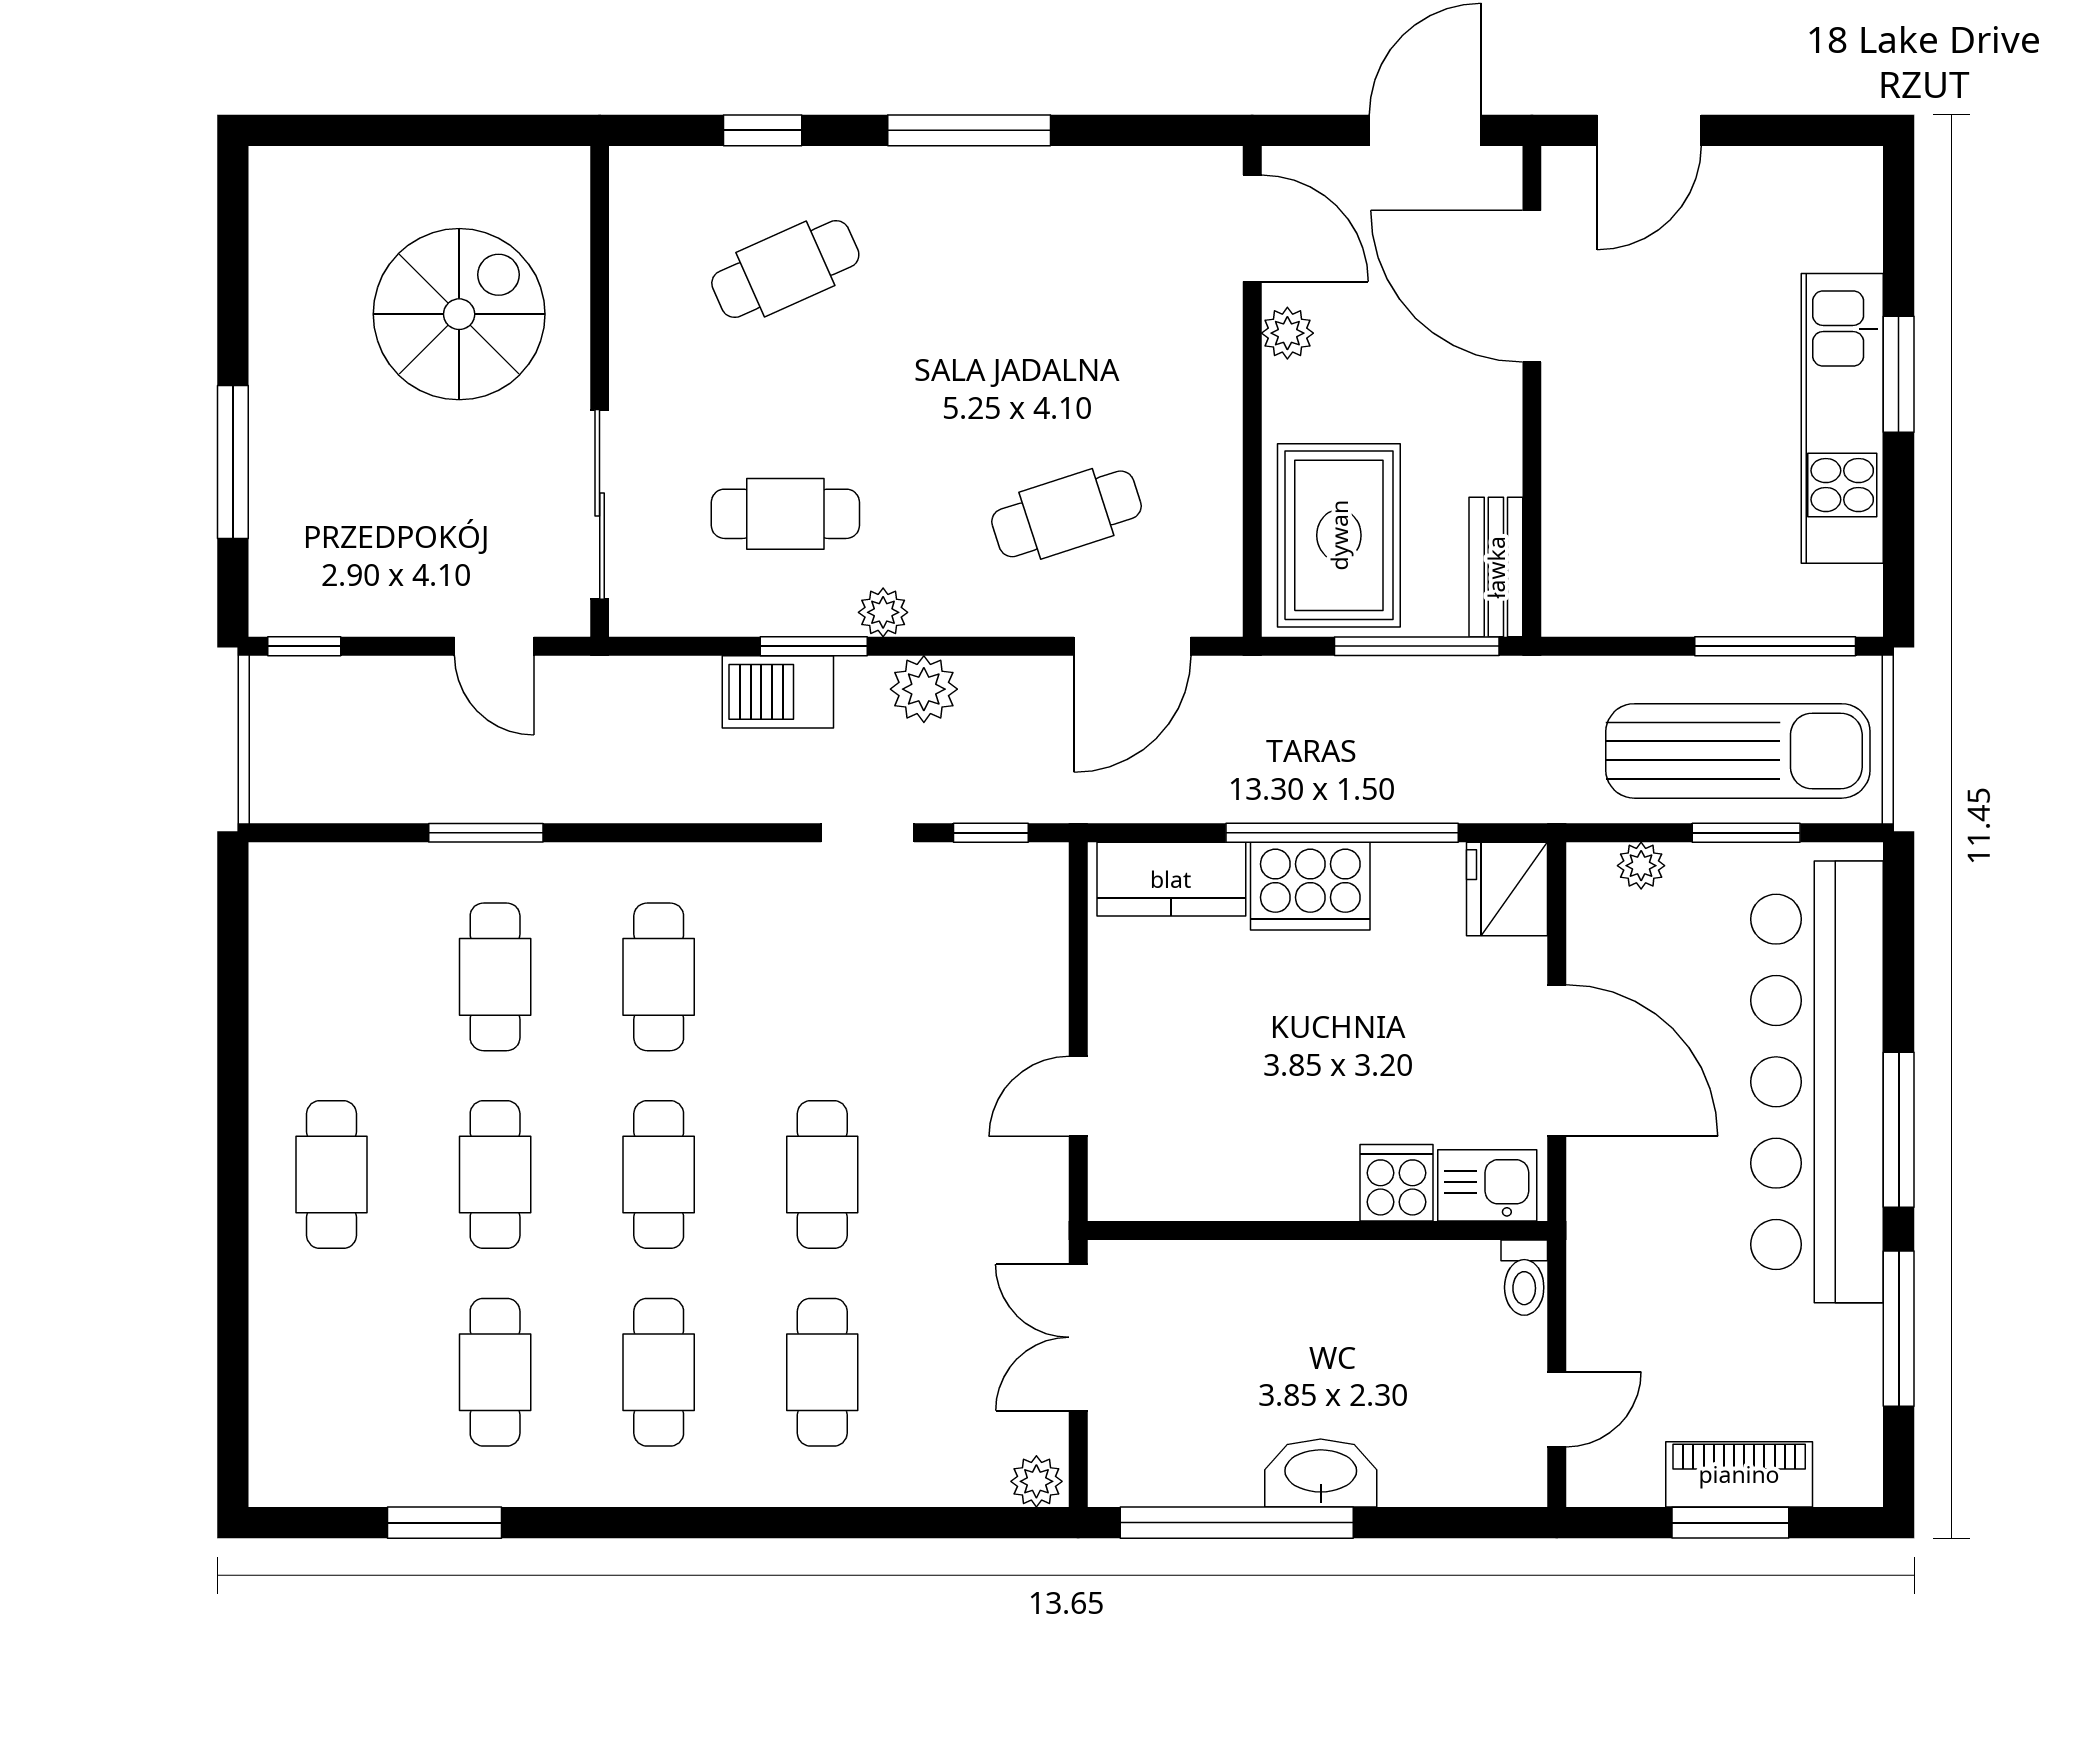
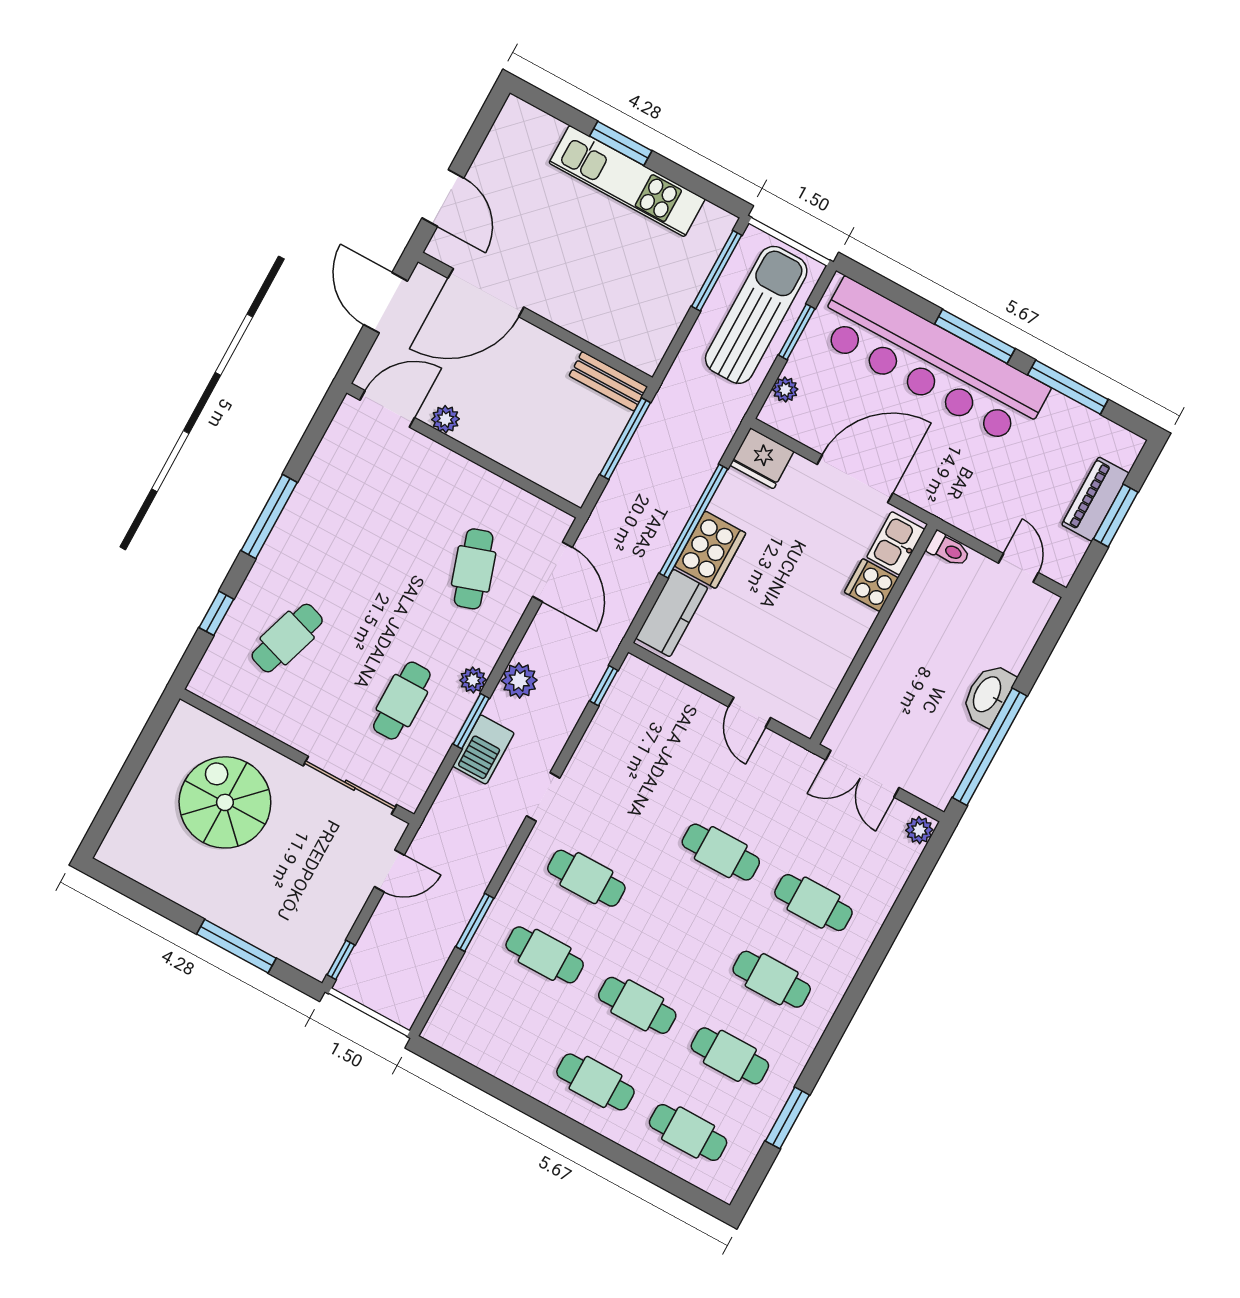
cafe table: (785, 269) -> (287, 638), turned 42
rug: (1339, 535) -> (553, 447), removed
doorway: (868, 833) -> (543, 797), moved
cafe table: (659, 1175) -> (688, 1132), moved

